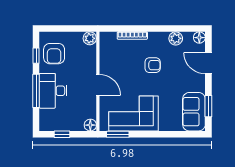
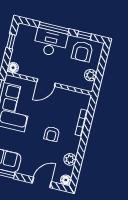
plant: (90, 38) -> (90, 75), moved
armchair: (54, 54) -> (82, 51), turned -90

